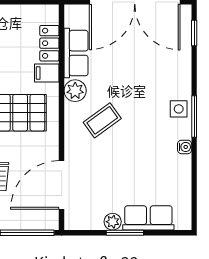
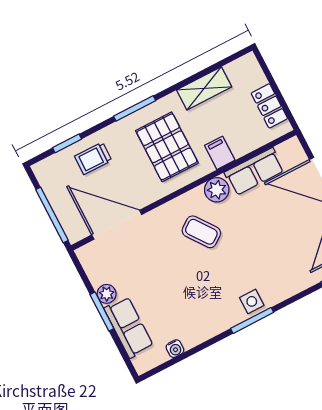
locker: (49, 43) -> (269, 106), moved, turned -90
water cooler: (185, 147) -> (175, 349), moved

